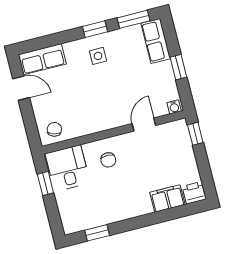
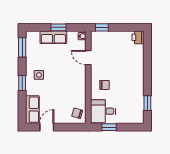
window: (95, 29) -> (22, 83), moved
row of seats: (156, 41) -> (53, 37), moved
filing cabinet: (167, 198) -> (137, 55), removed

